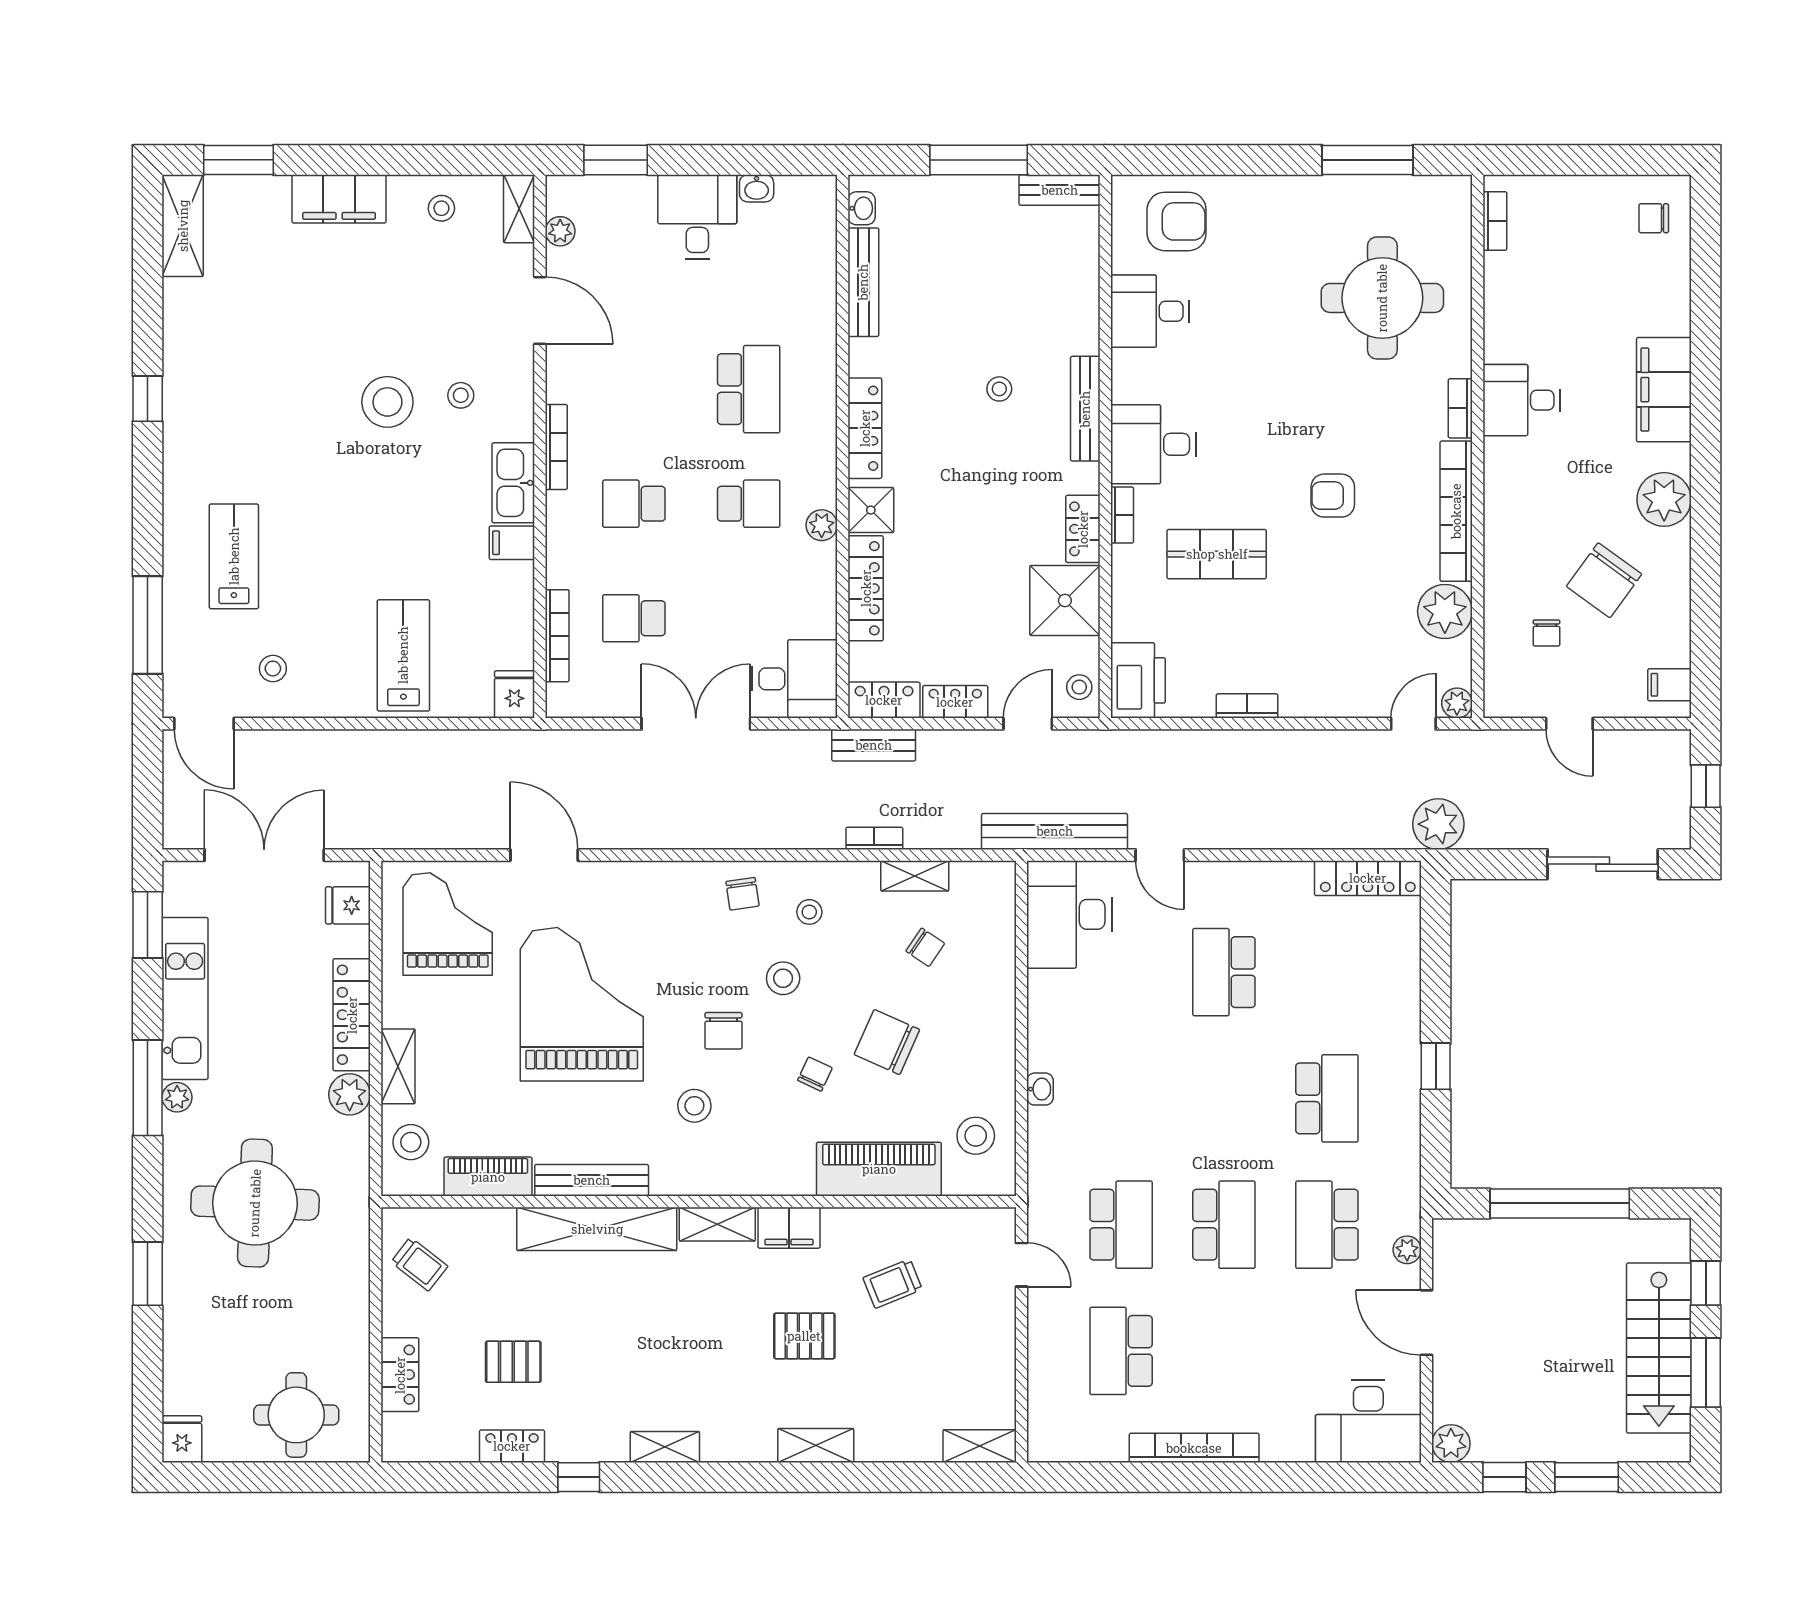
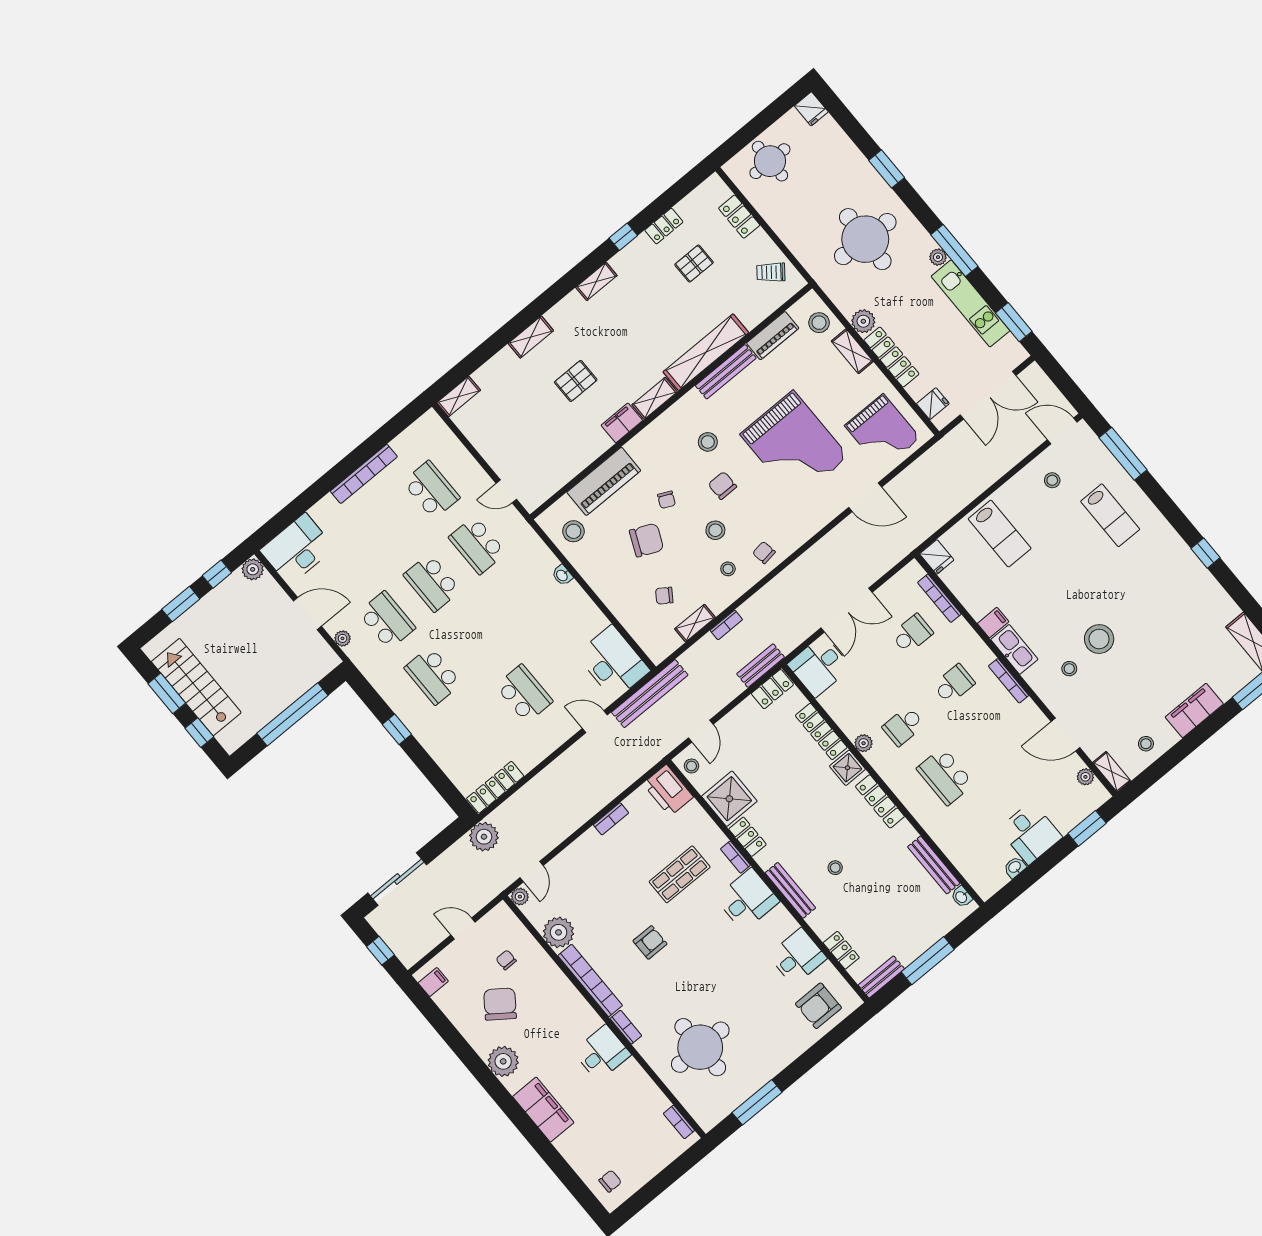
locker: (955, 702) -> (841, 950), moved, turned -90
trolley: (893, 1284) -> (556, 436), removed

